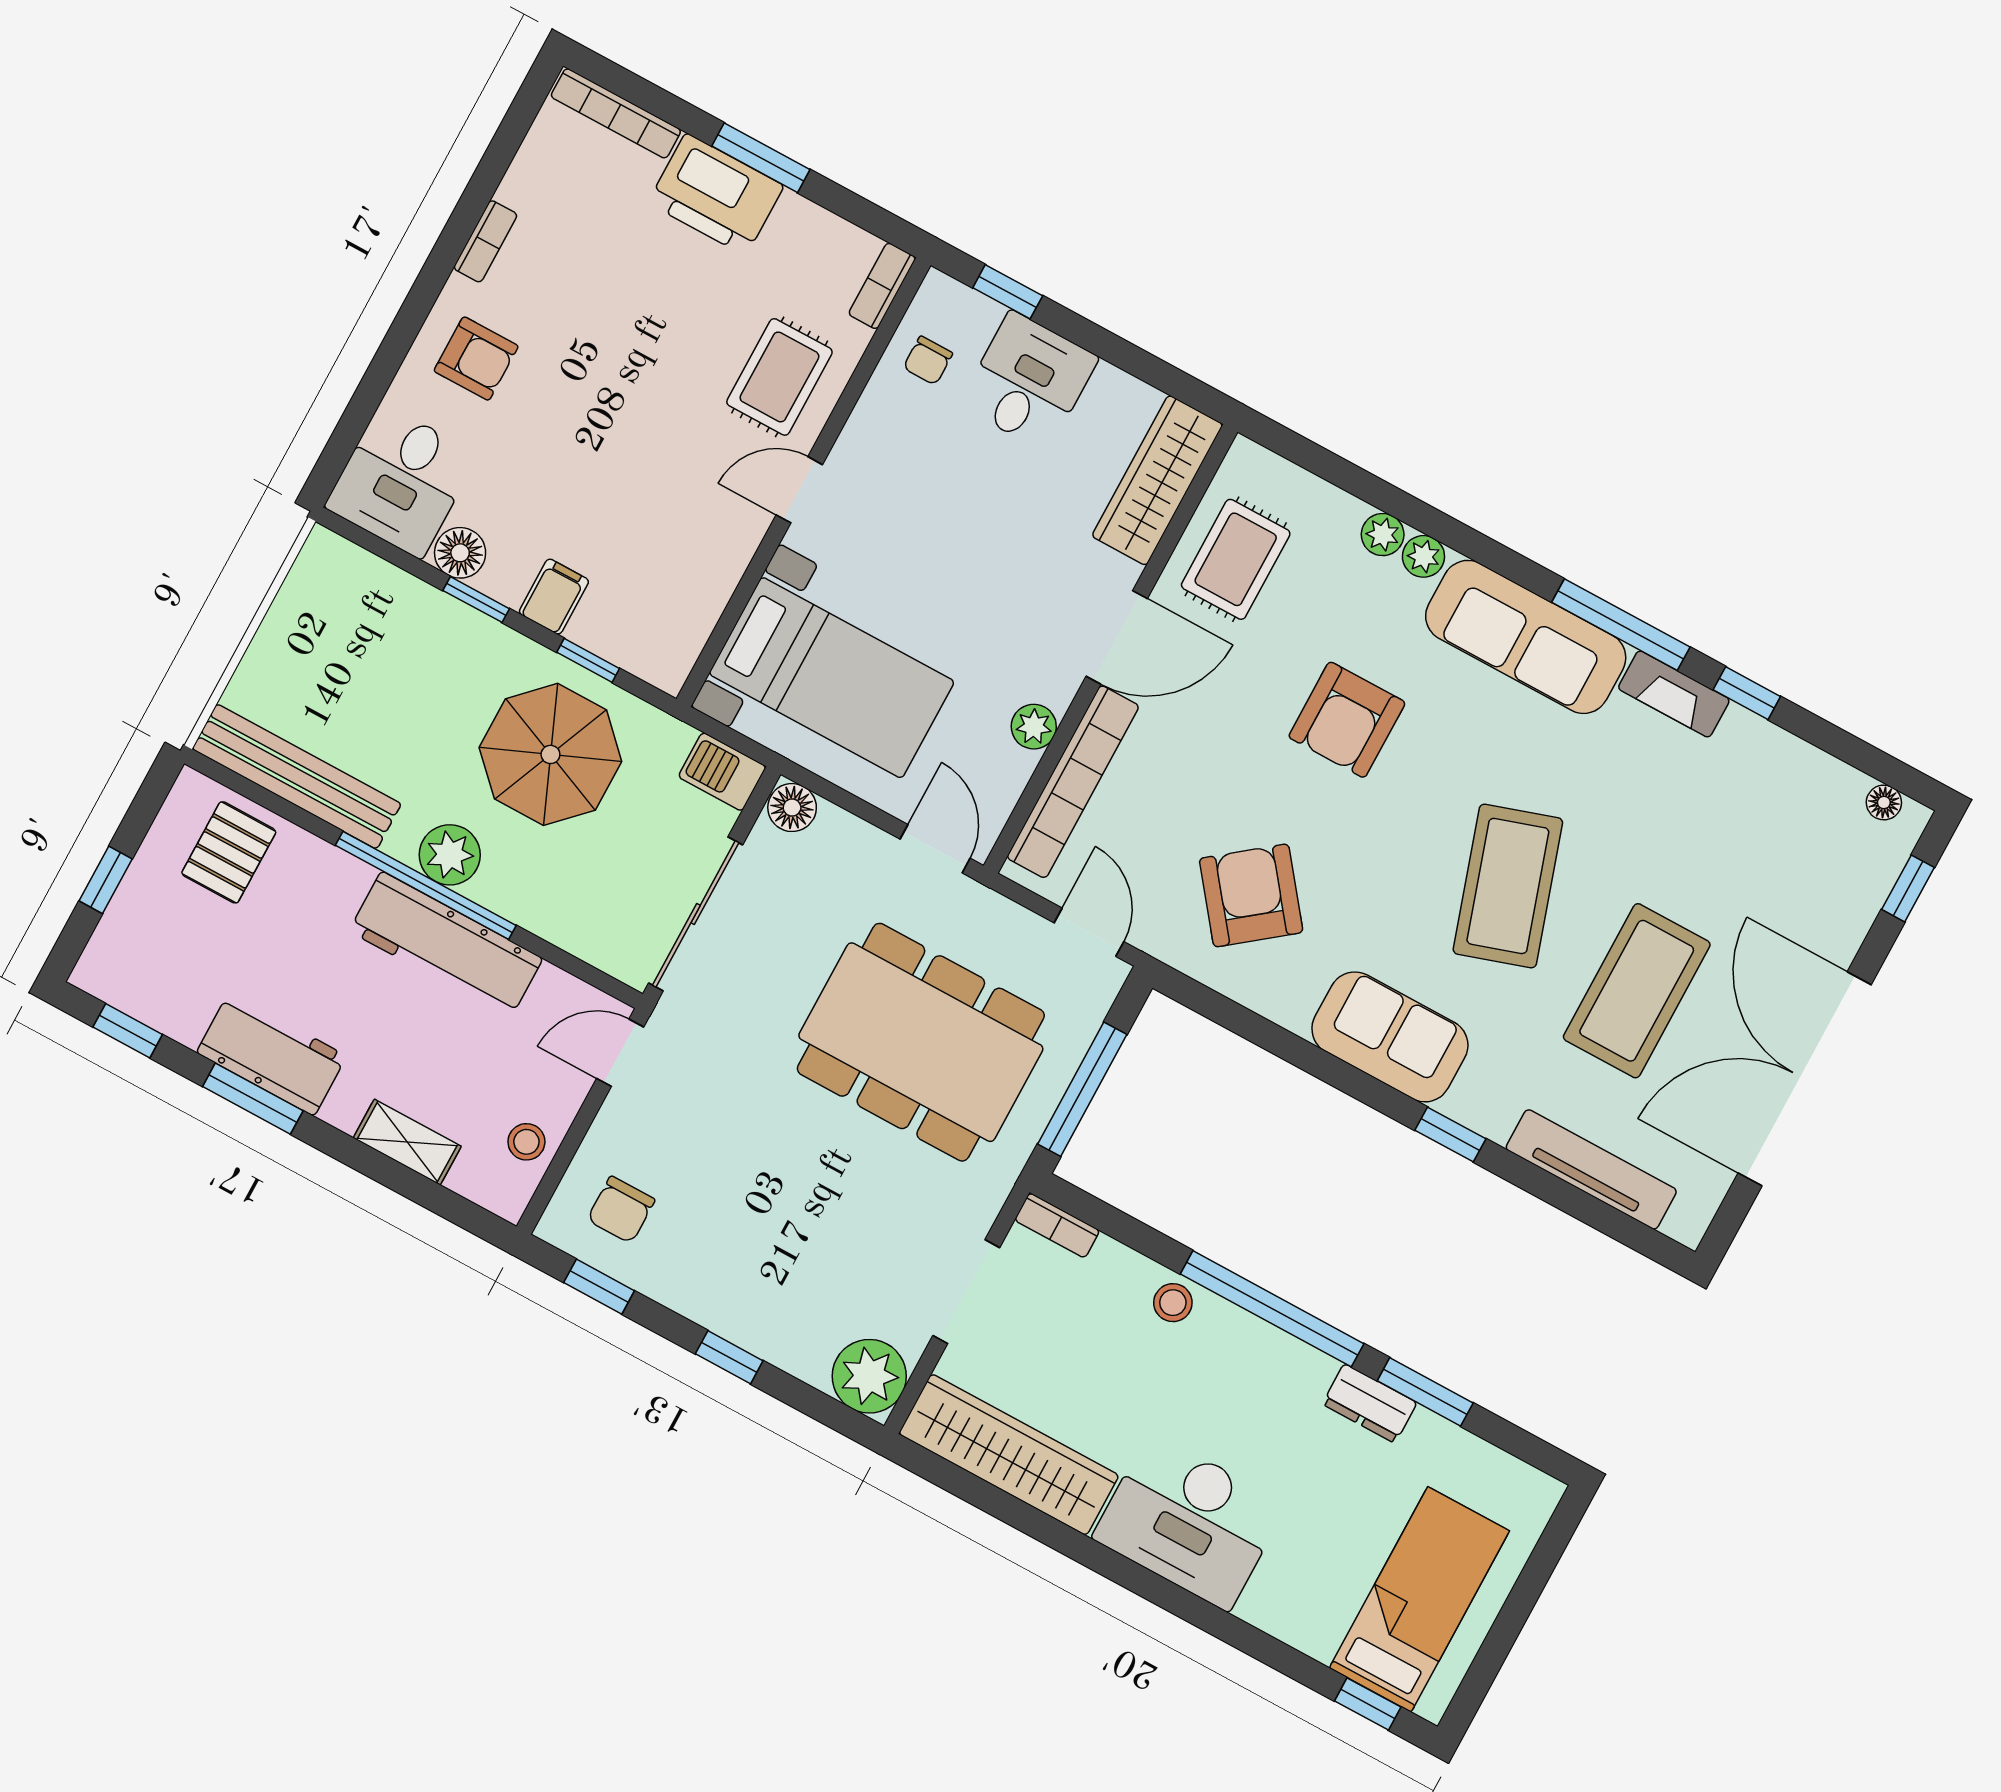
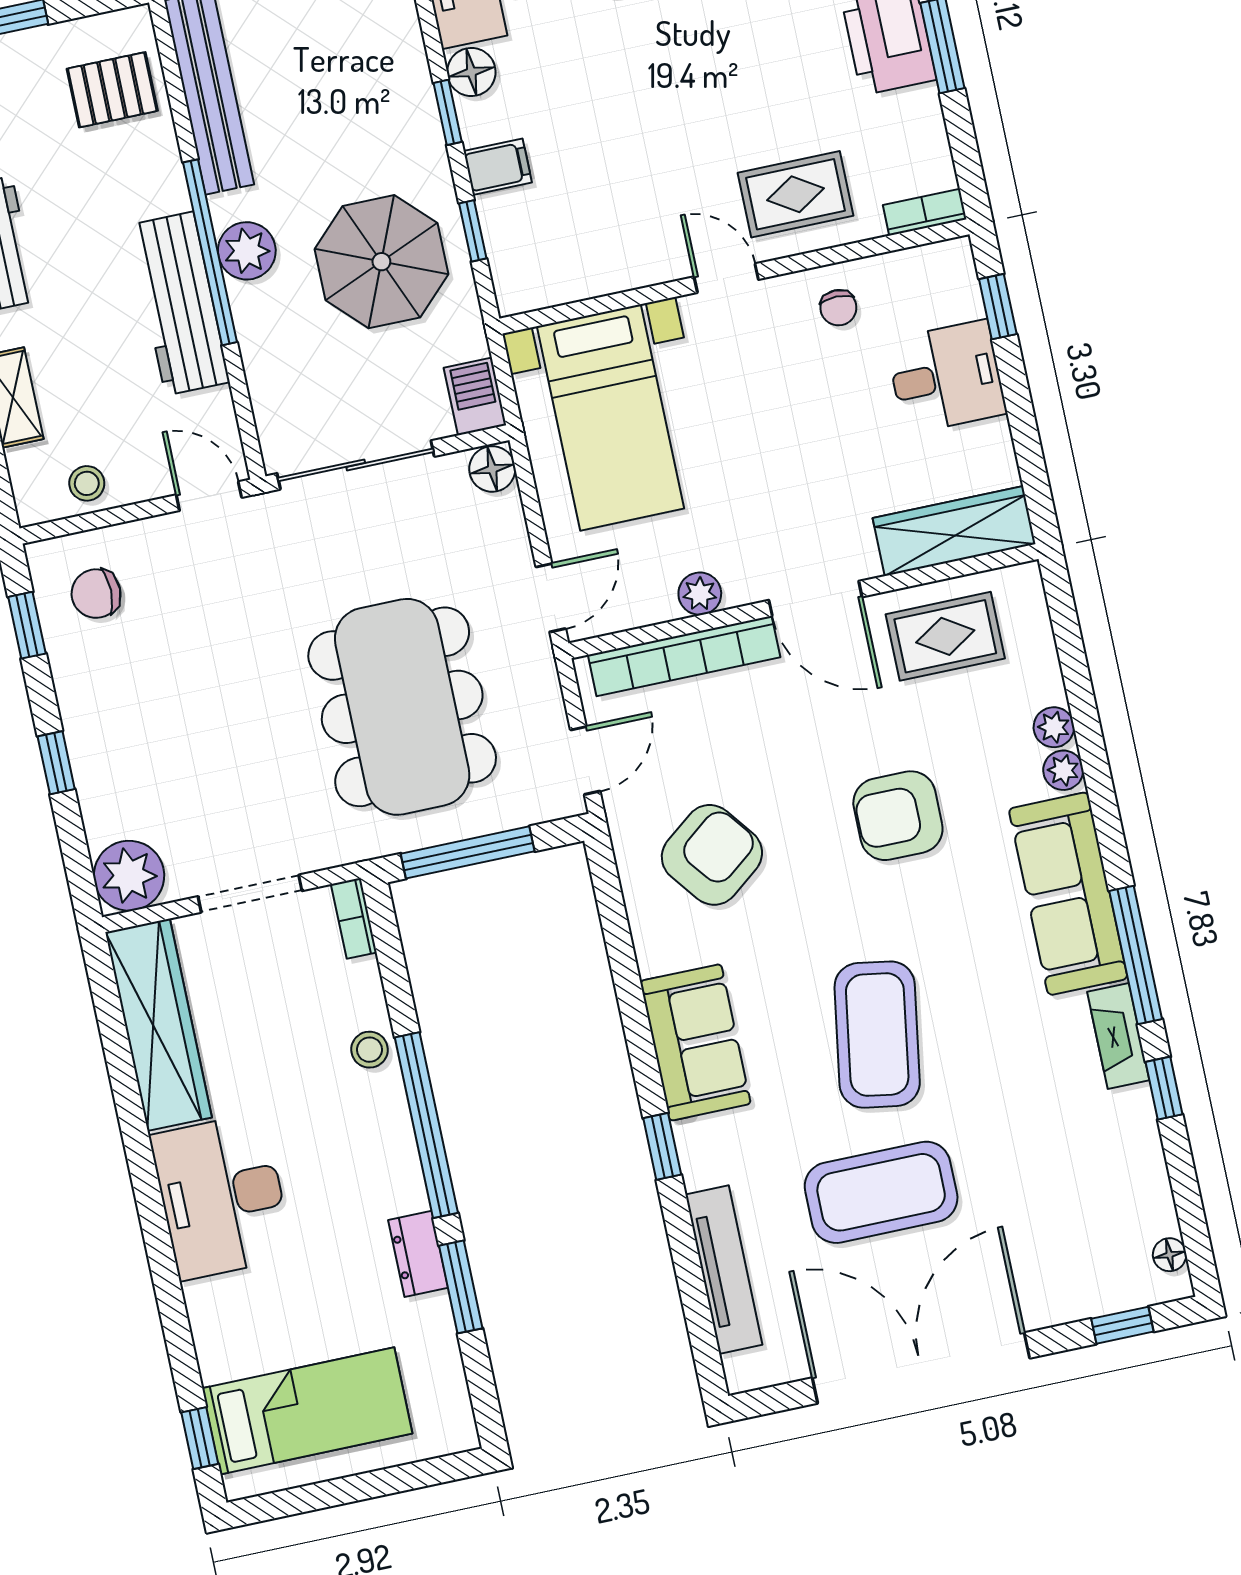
chair: (928, 361) -> (838, 308), moved, turned -90
coffee table: (1508, 886) -> (877, 1035), turned -63

